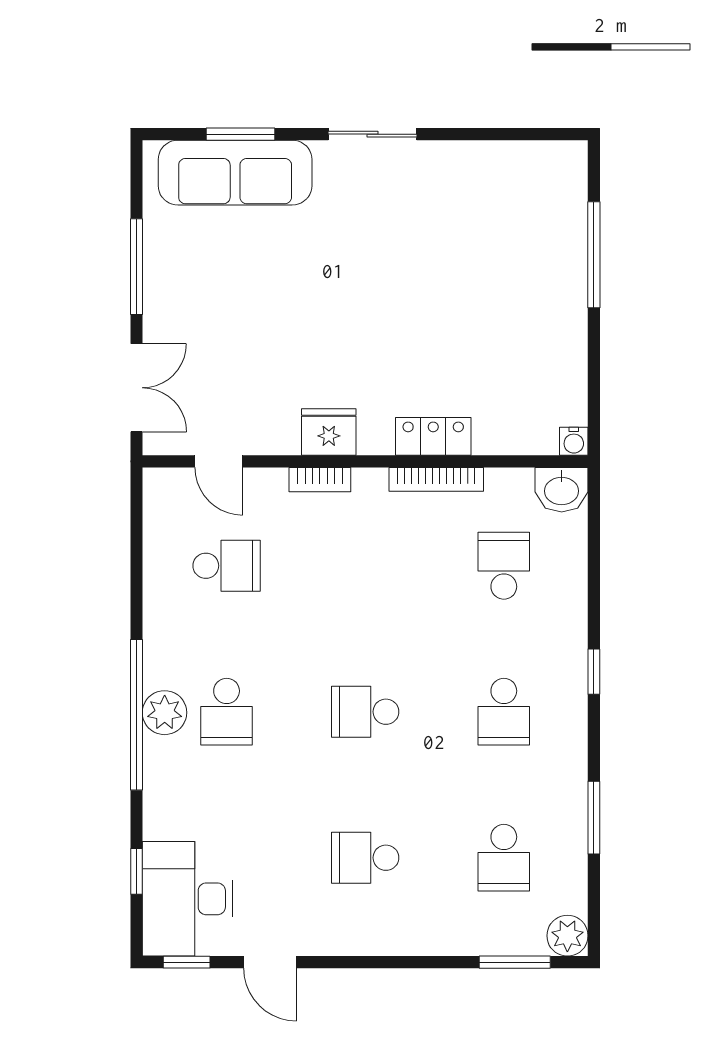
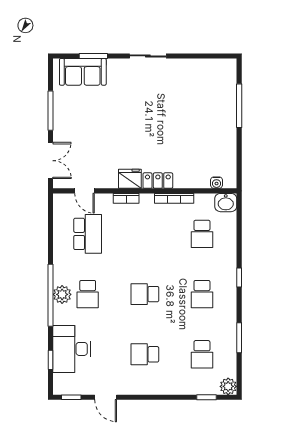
sofa: (235, 173) -> (83, 72), width x0.73
locker: (433, 436) -> (158, 181), moved
water cooler: (574, 441) -> (217, 183), moved
school desk: (227, 566) -> (88, 234), width x1.85
school desk: (504, 566) -> (202, 234), turned 180
desk: (187, 899) -> (72, 349), moved
window: (515, 962) -> (206, 397), width x0.67

